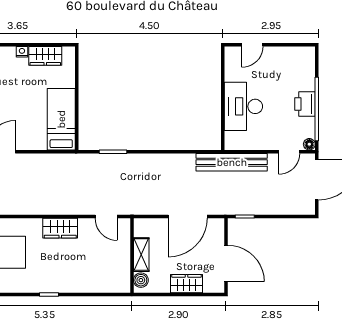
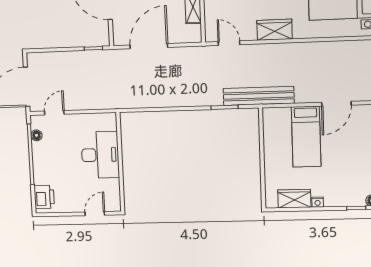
printer: (305, 104) -> (44, 197), moved
bed: (61, 119) -> (306, 137), moved
floor lamp: (309, 144) -> (36, 135), moved
bench: (232, 162) -> (259, 96), moved

